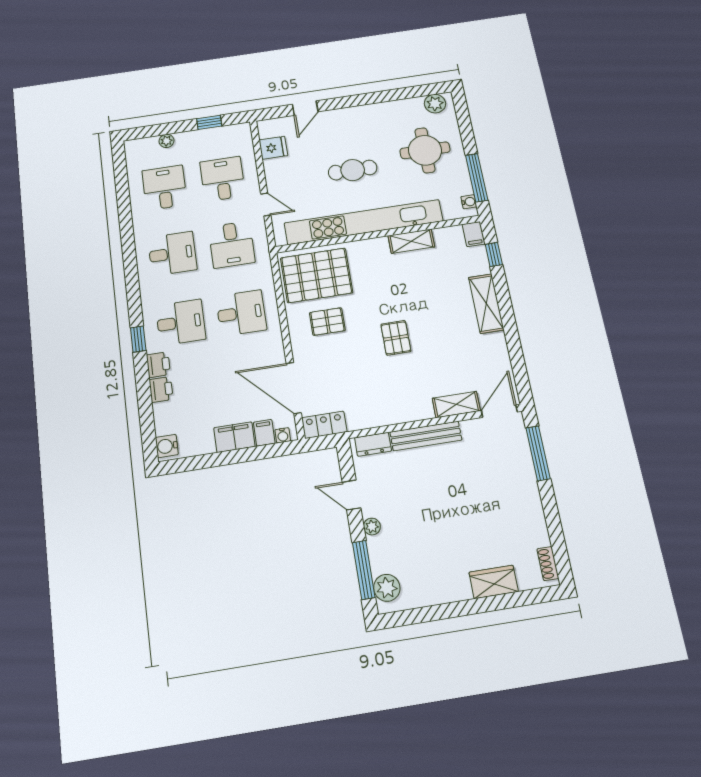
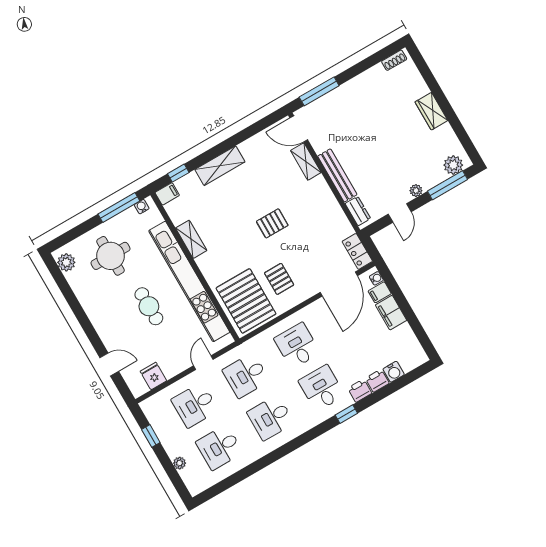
desk: (232, 244) -> (246, 375), turned 180
desk: (172, 254) -> (271, 418), turned -90
water cooler: (167, 446) -> (394, 372), moved
wardrobe: (494, 582) -> (431, 111), moved

